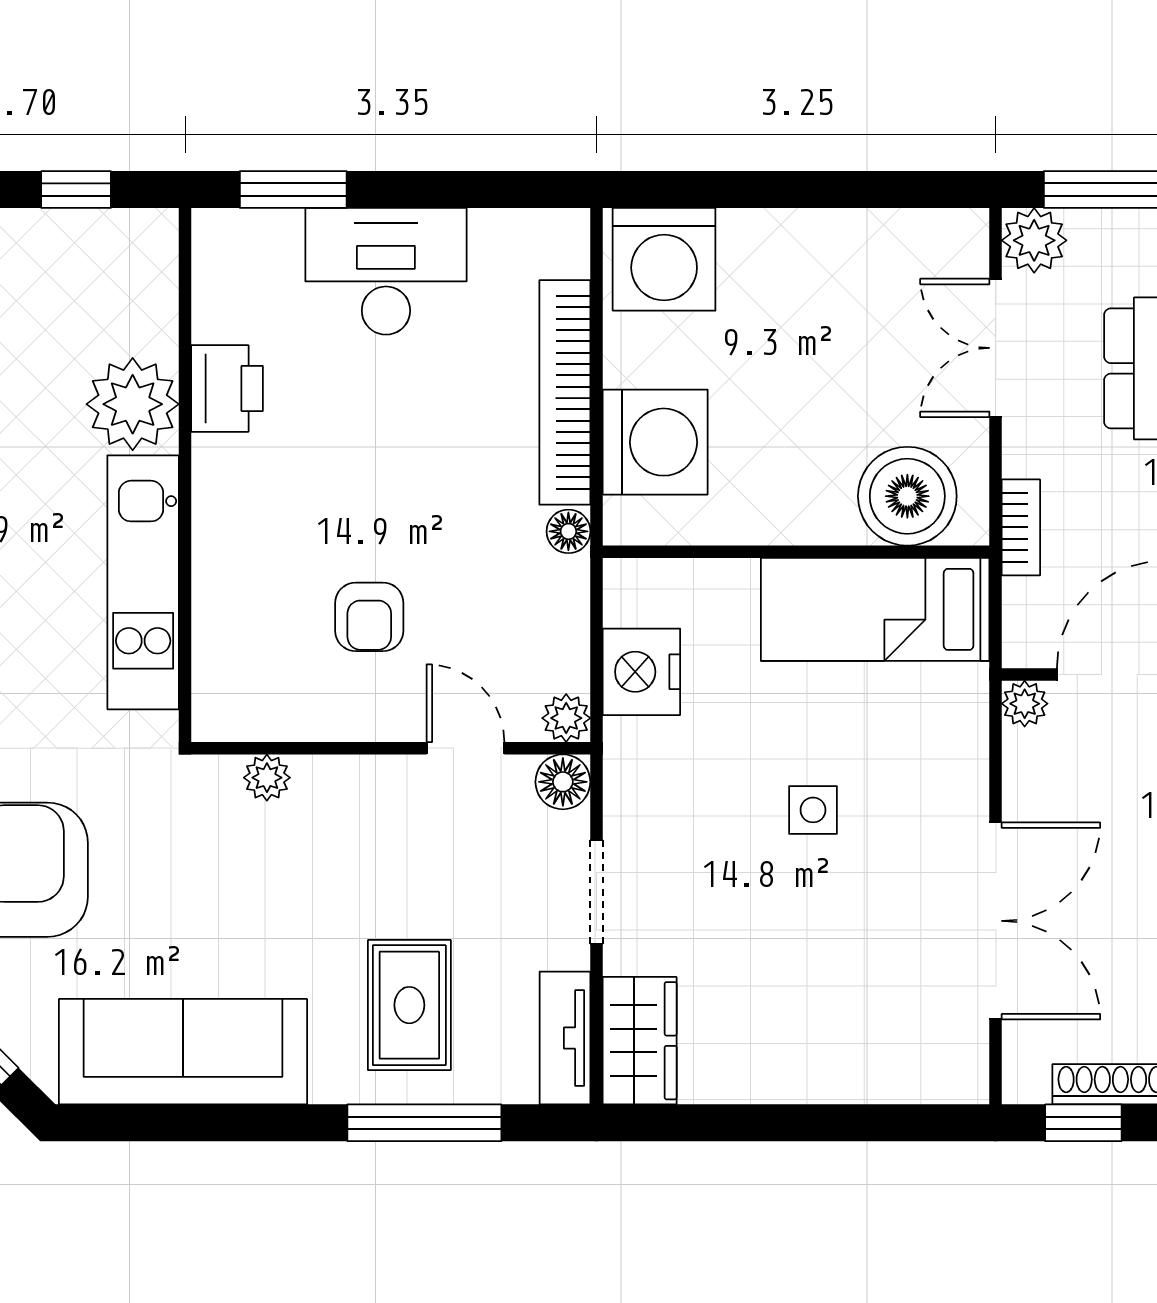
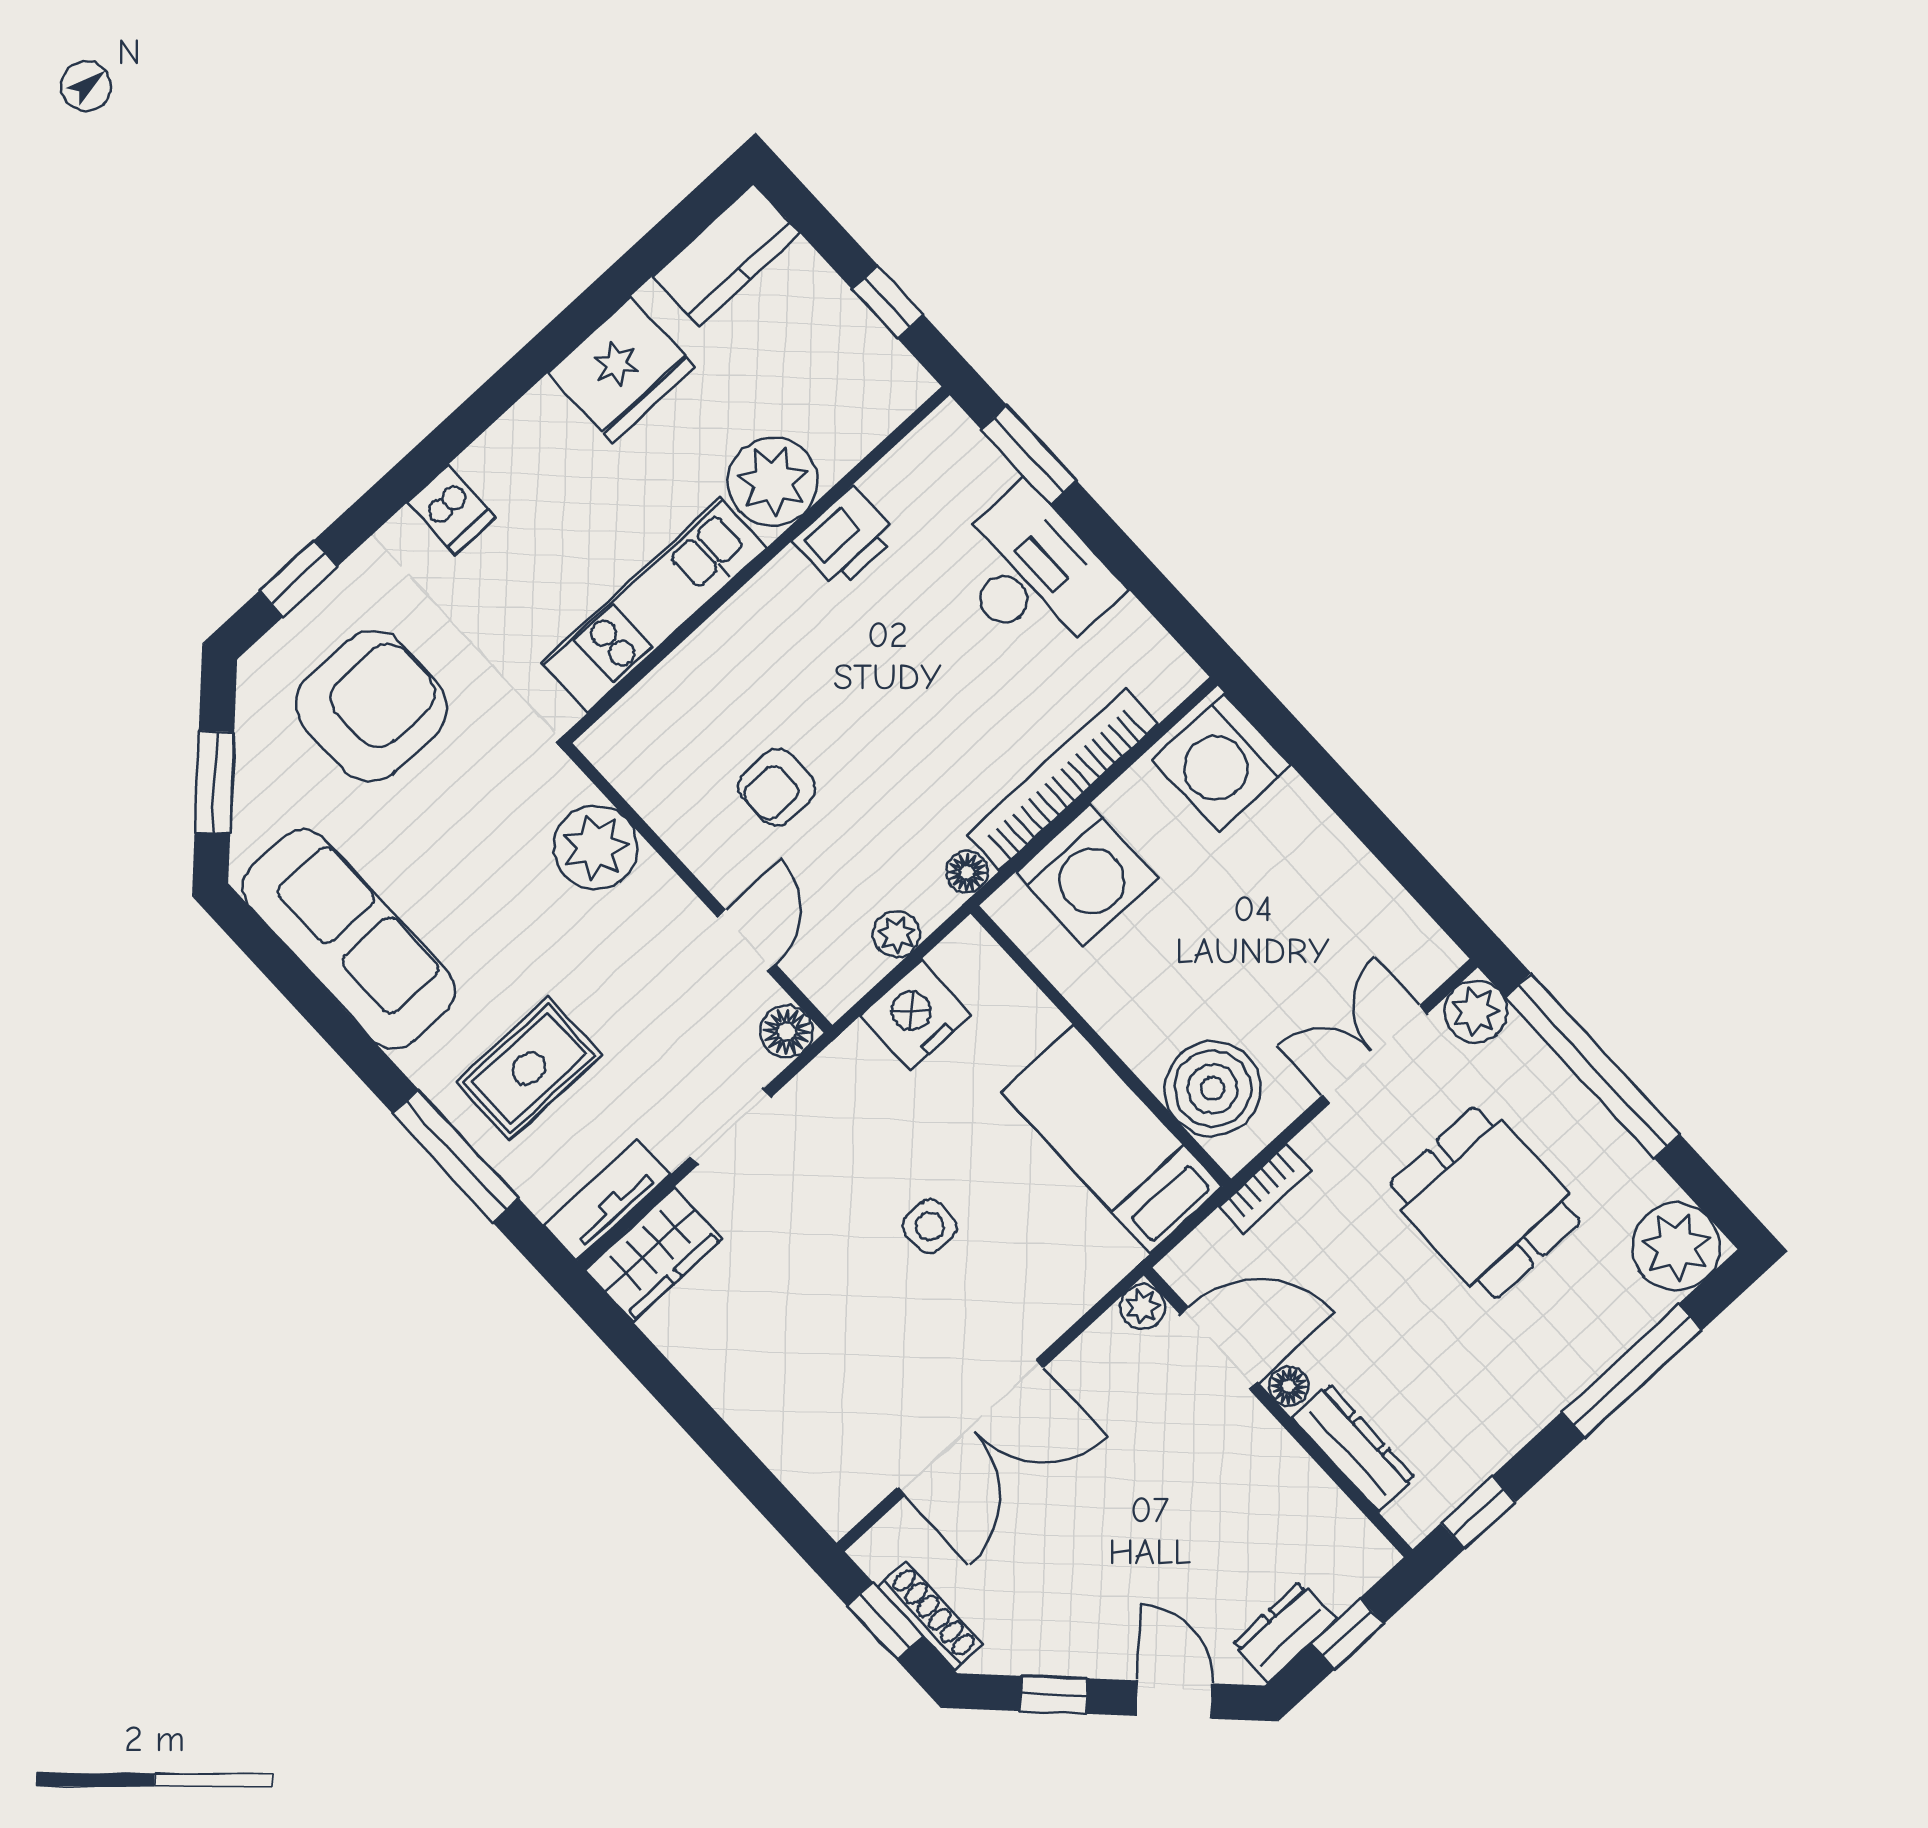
plant: (566, 718) -> (897, 934), moved
plant: (267, 778) -> (596, 847), width x1.88, depth x1.88

